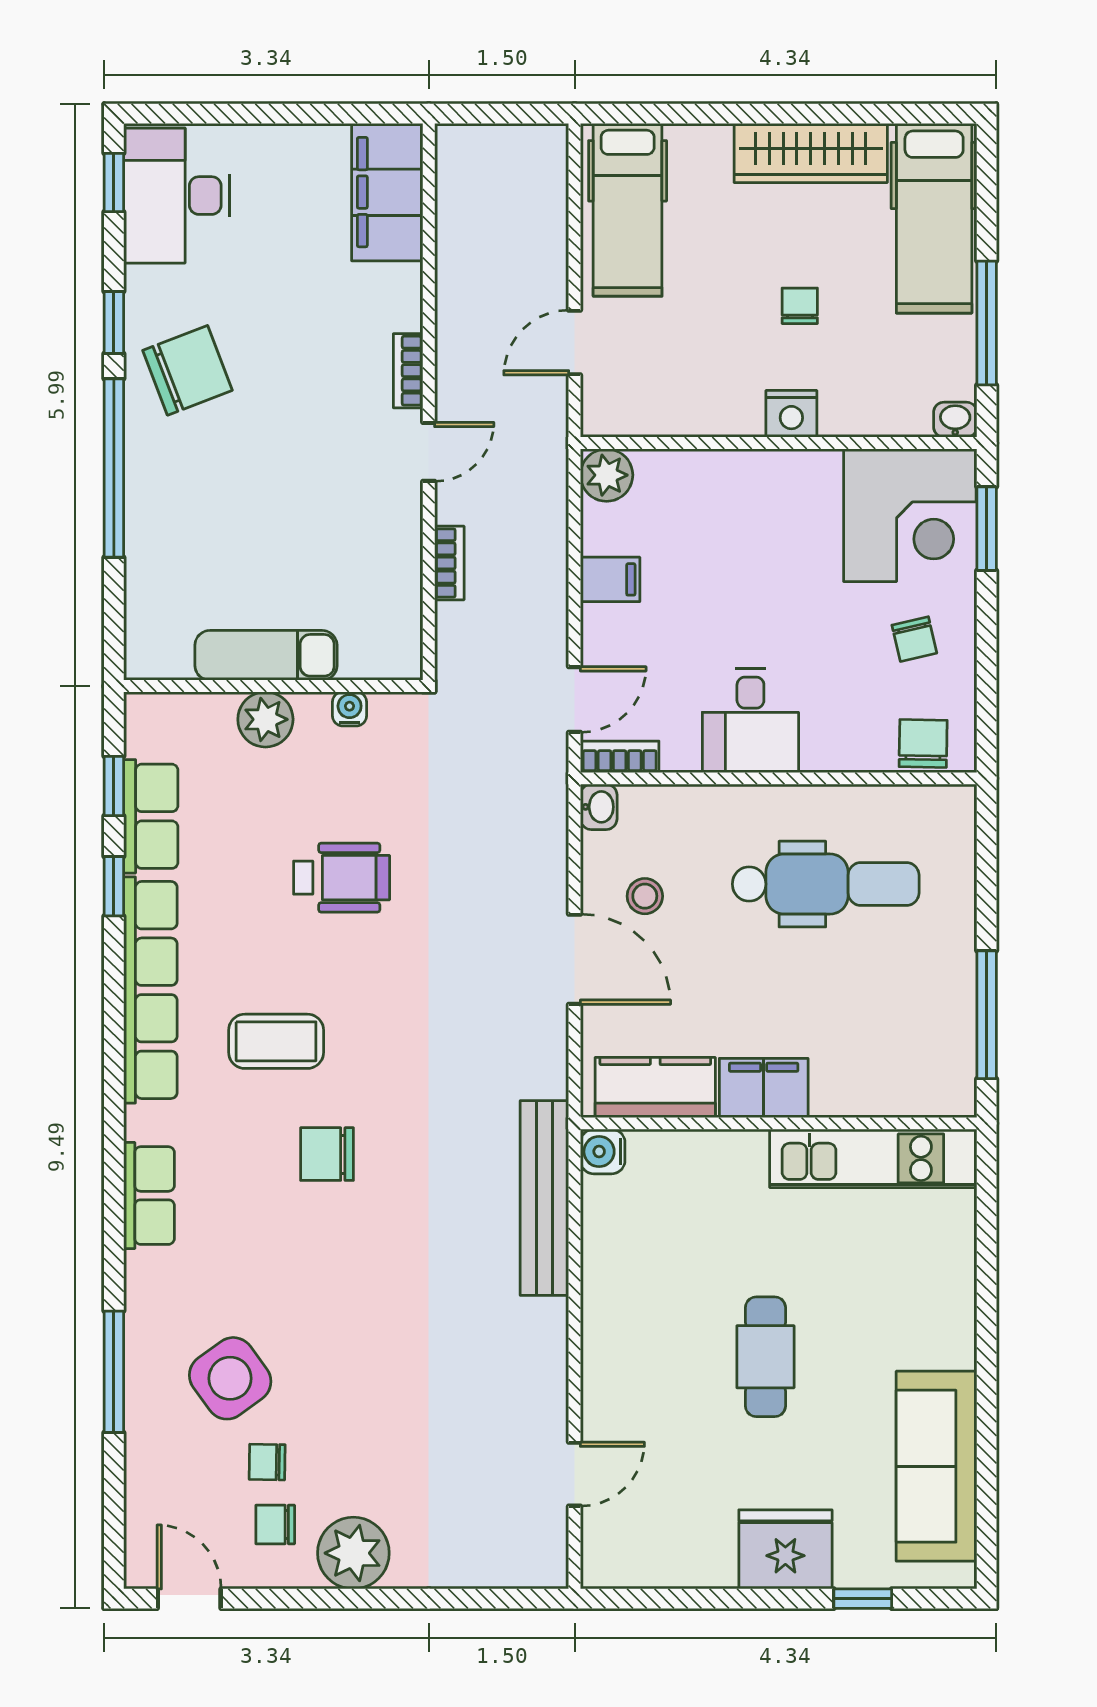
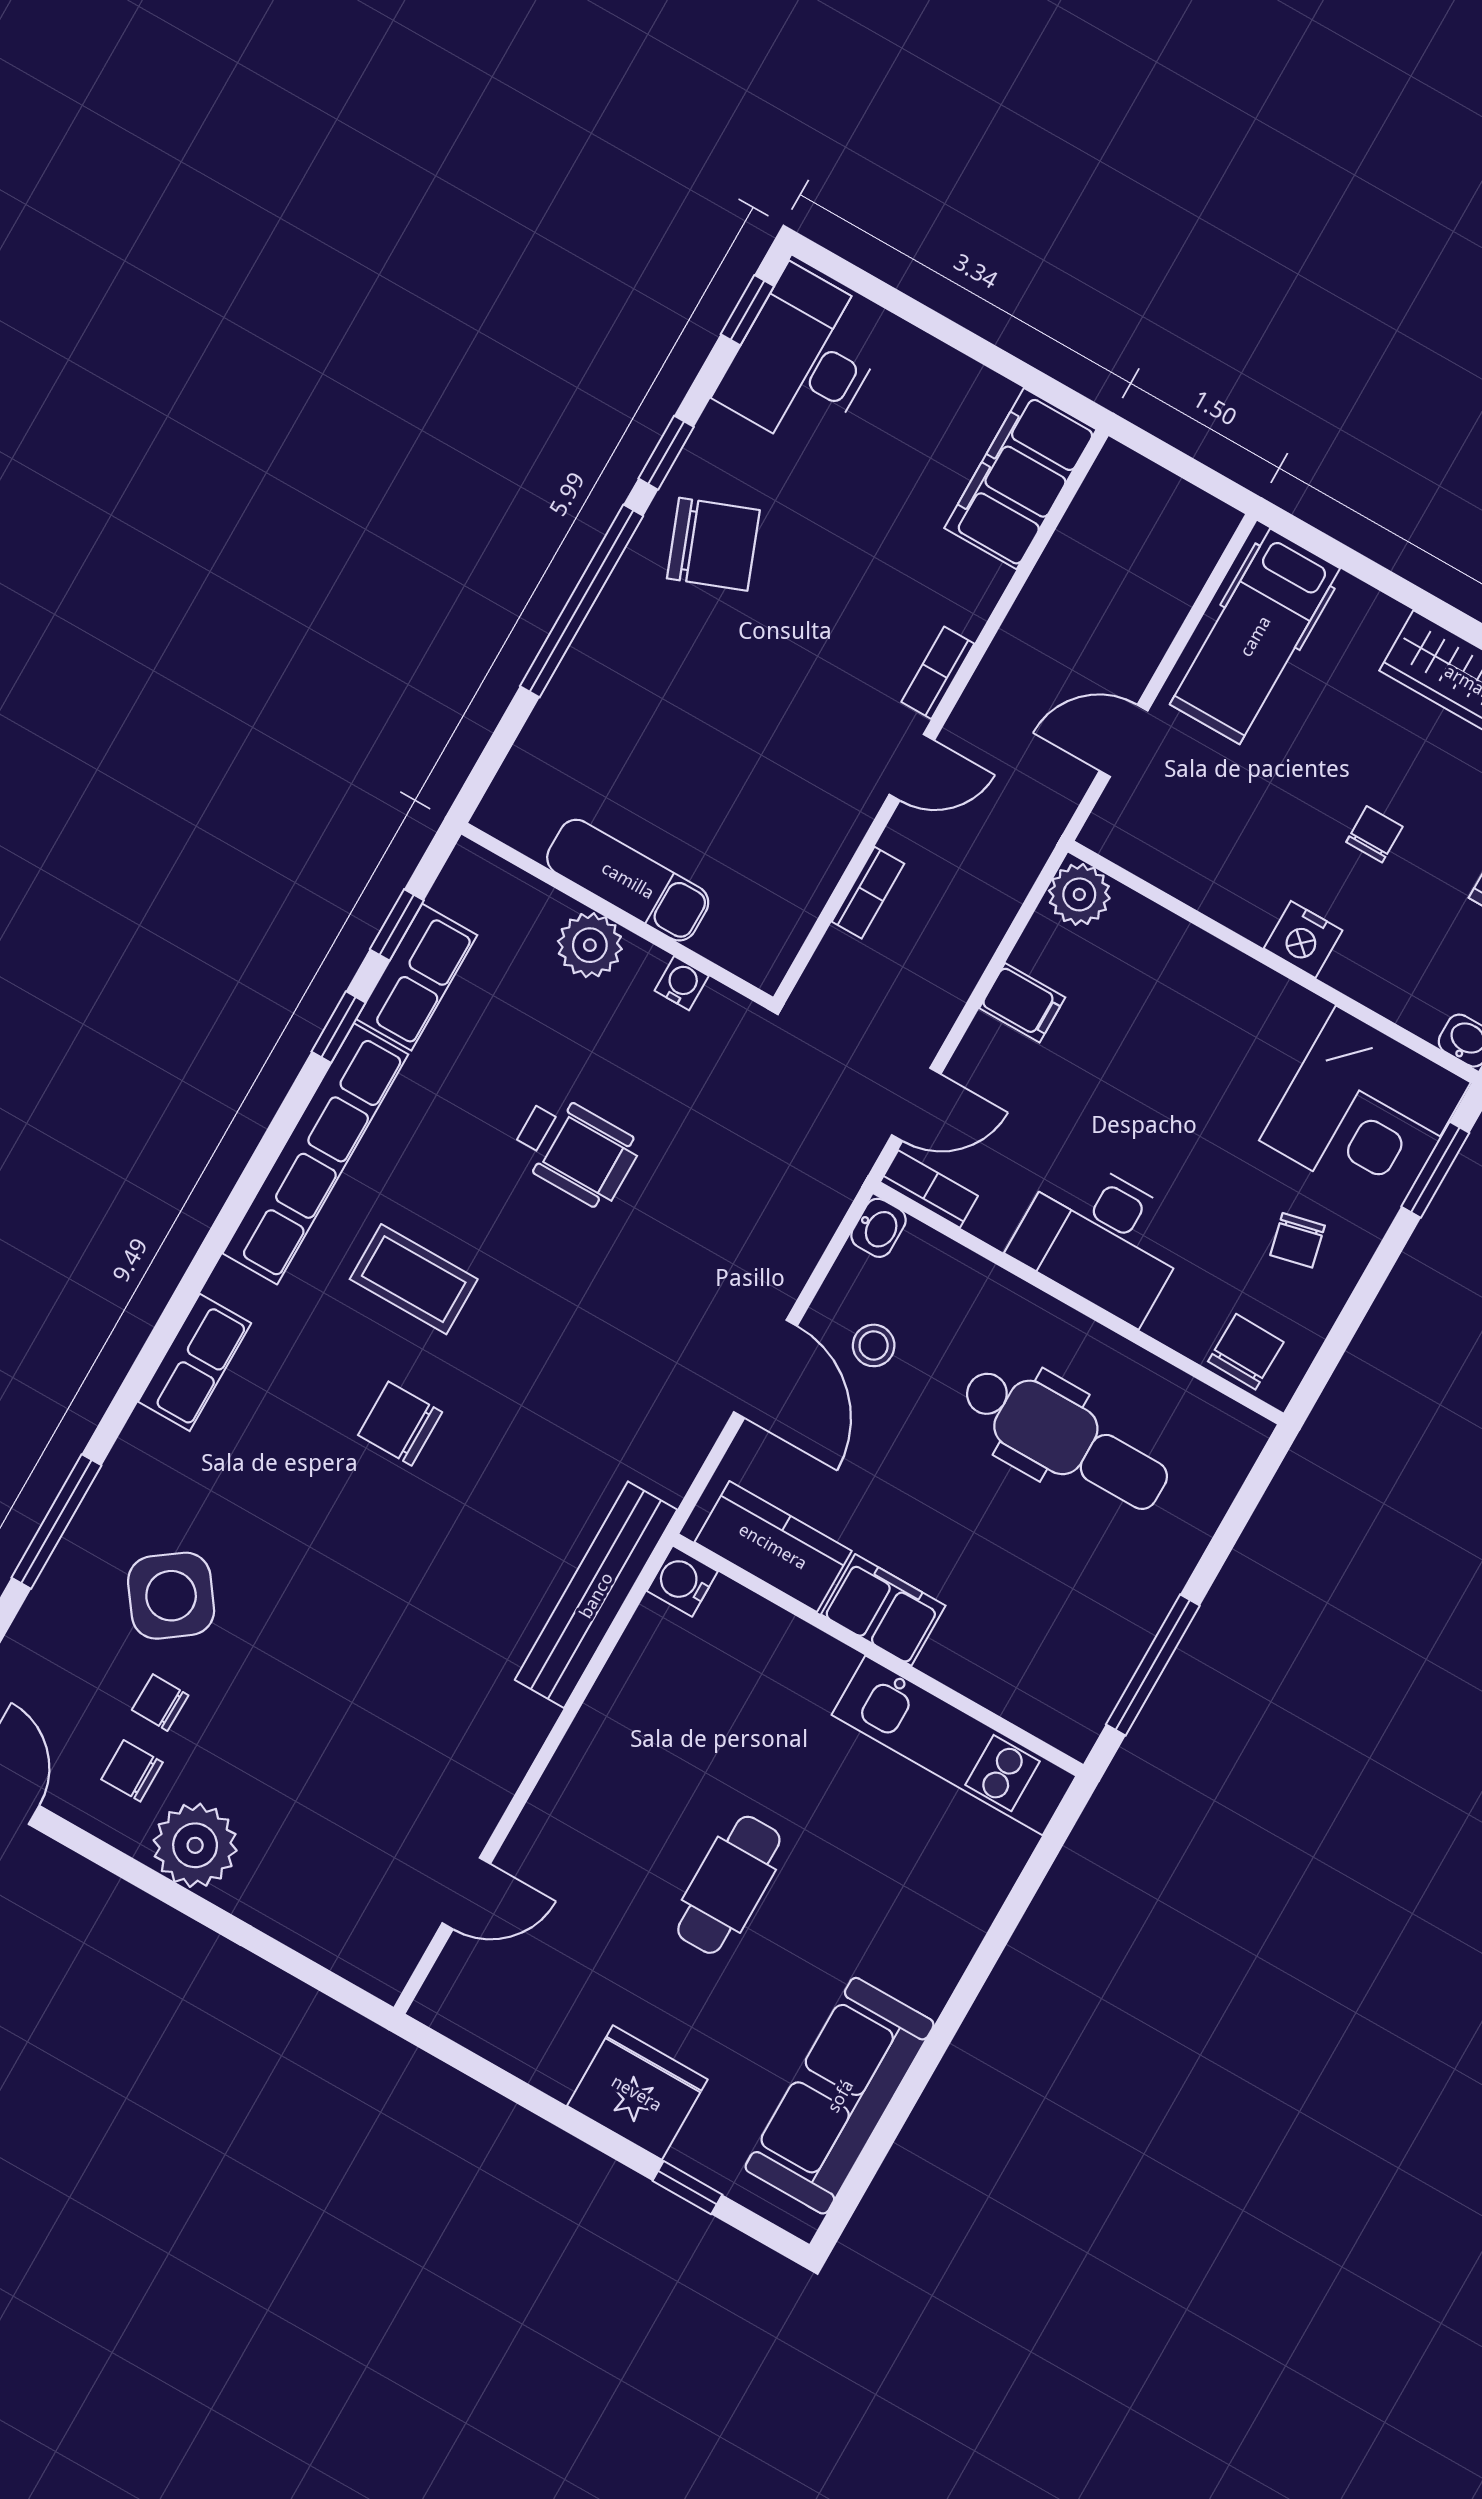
desk: (750, 721) -> (1101, 1239), width x1.37

